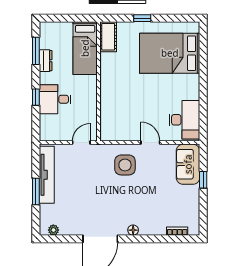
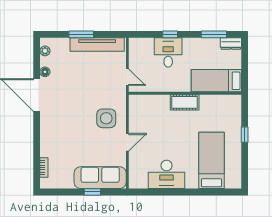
cot: (108, 37) -> (185, 102), moved
bed: (170, 53) -> (212, 160), width x0.67
dresser: (46, 61) -> (231, 44), moved
desk: (184, 120) -> (167, 174), moved
sofa: (188, 164) -> (100, 178), width x1.36
floor lamp: (133, 230) -> (45, 72), moved

